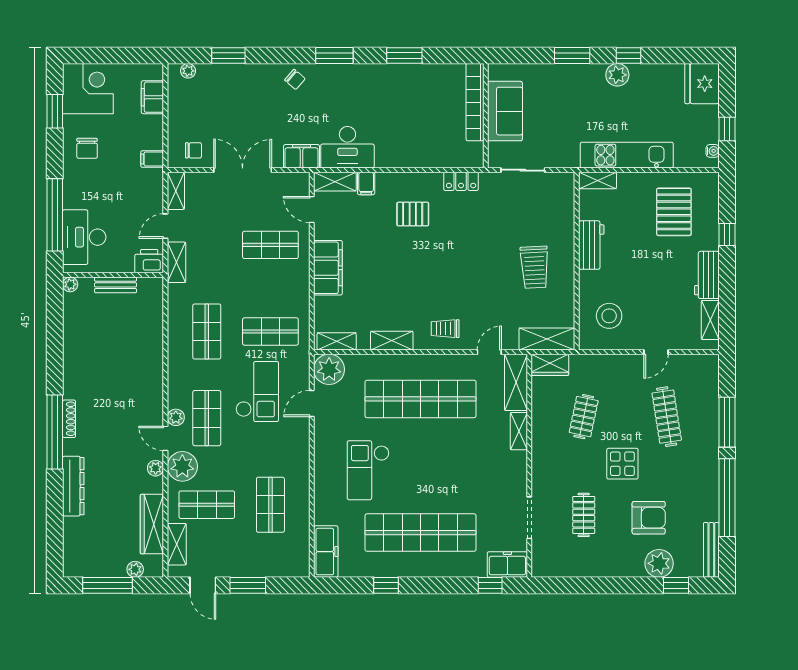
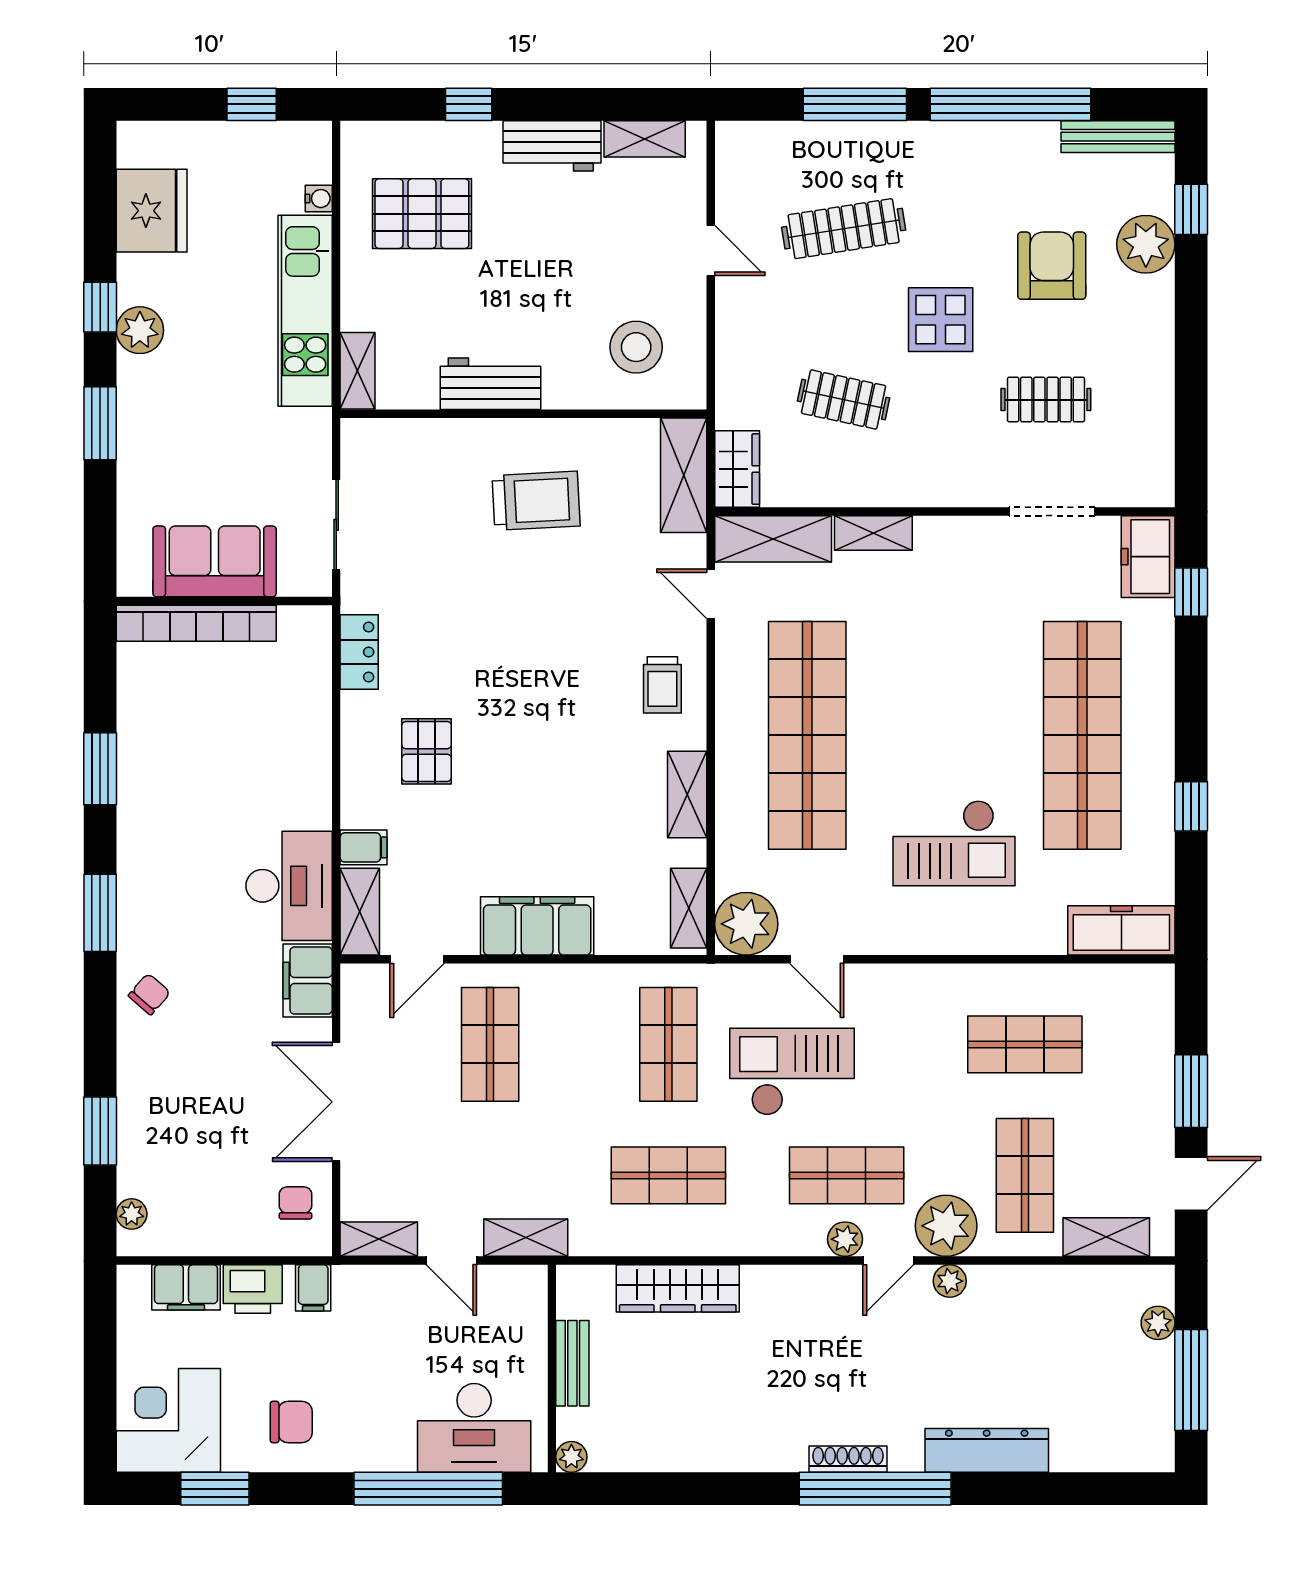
fridge: (702, 84) -> (152, 211), moved, turned -90
water cooler: (713, 151) -> (319, 199), moved, turned 90
printer: (149, 261) -> (253, 1289), moved, turned -90
wardrobe: (152, 524) -> (678, 1288), moved

